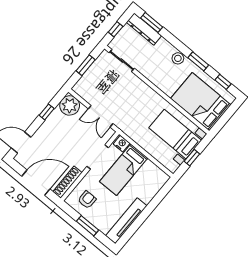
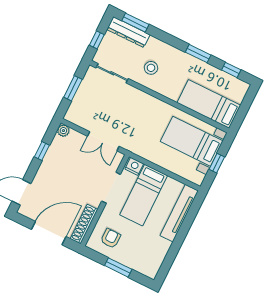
stool: (178, 58) -> (151, 68), moved
bed: (201, 102) -> (209, 104), width x0.67
plant: (70, 105) -> (63, 131), width x0.53, depth x0.53
tv unit: (126, 221) -> (179, 213), moved

